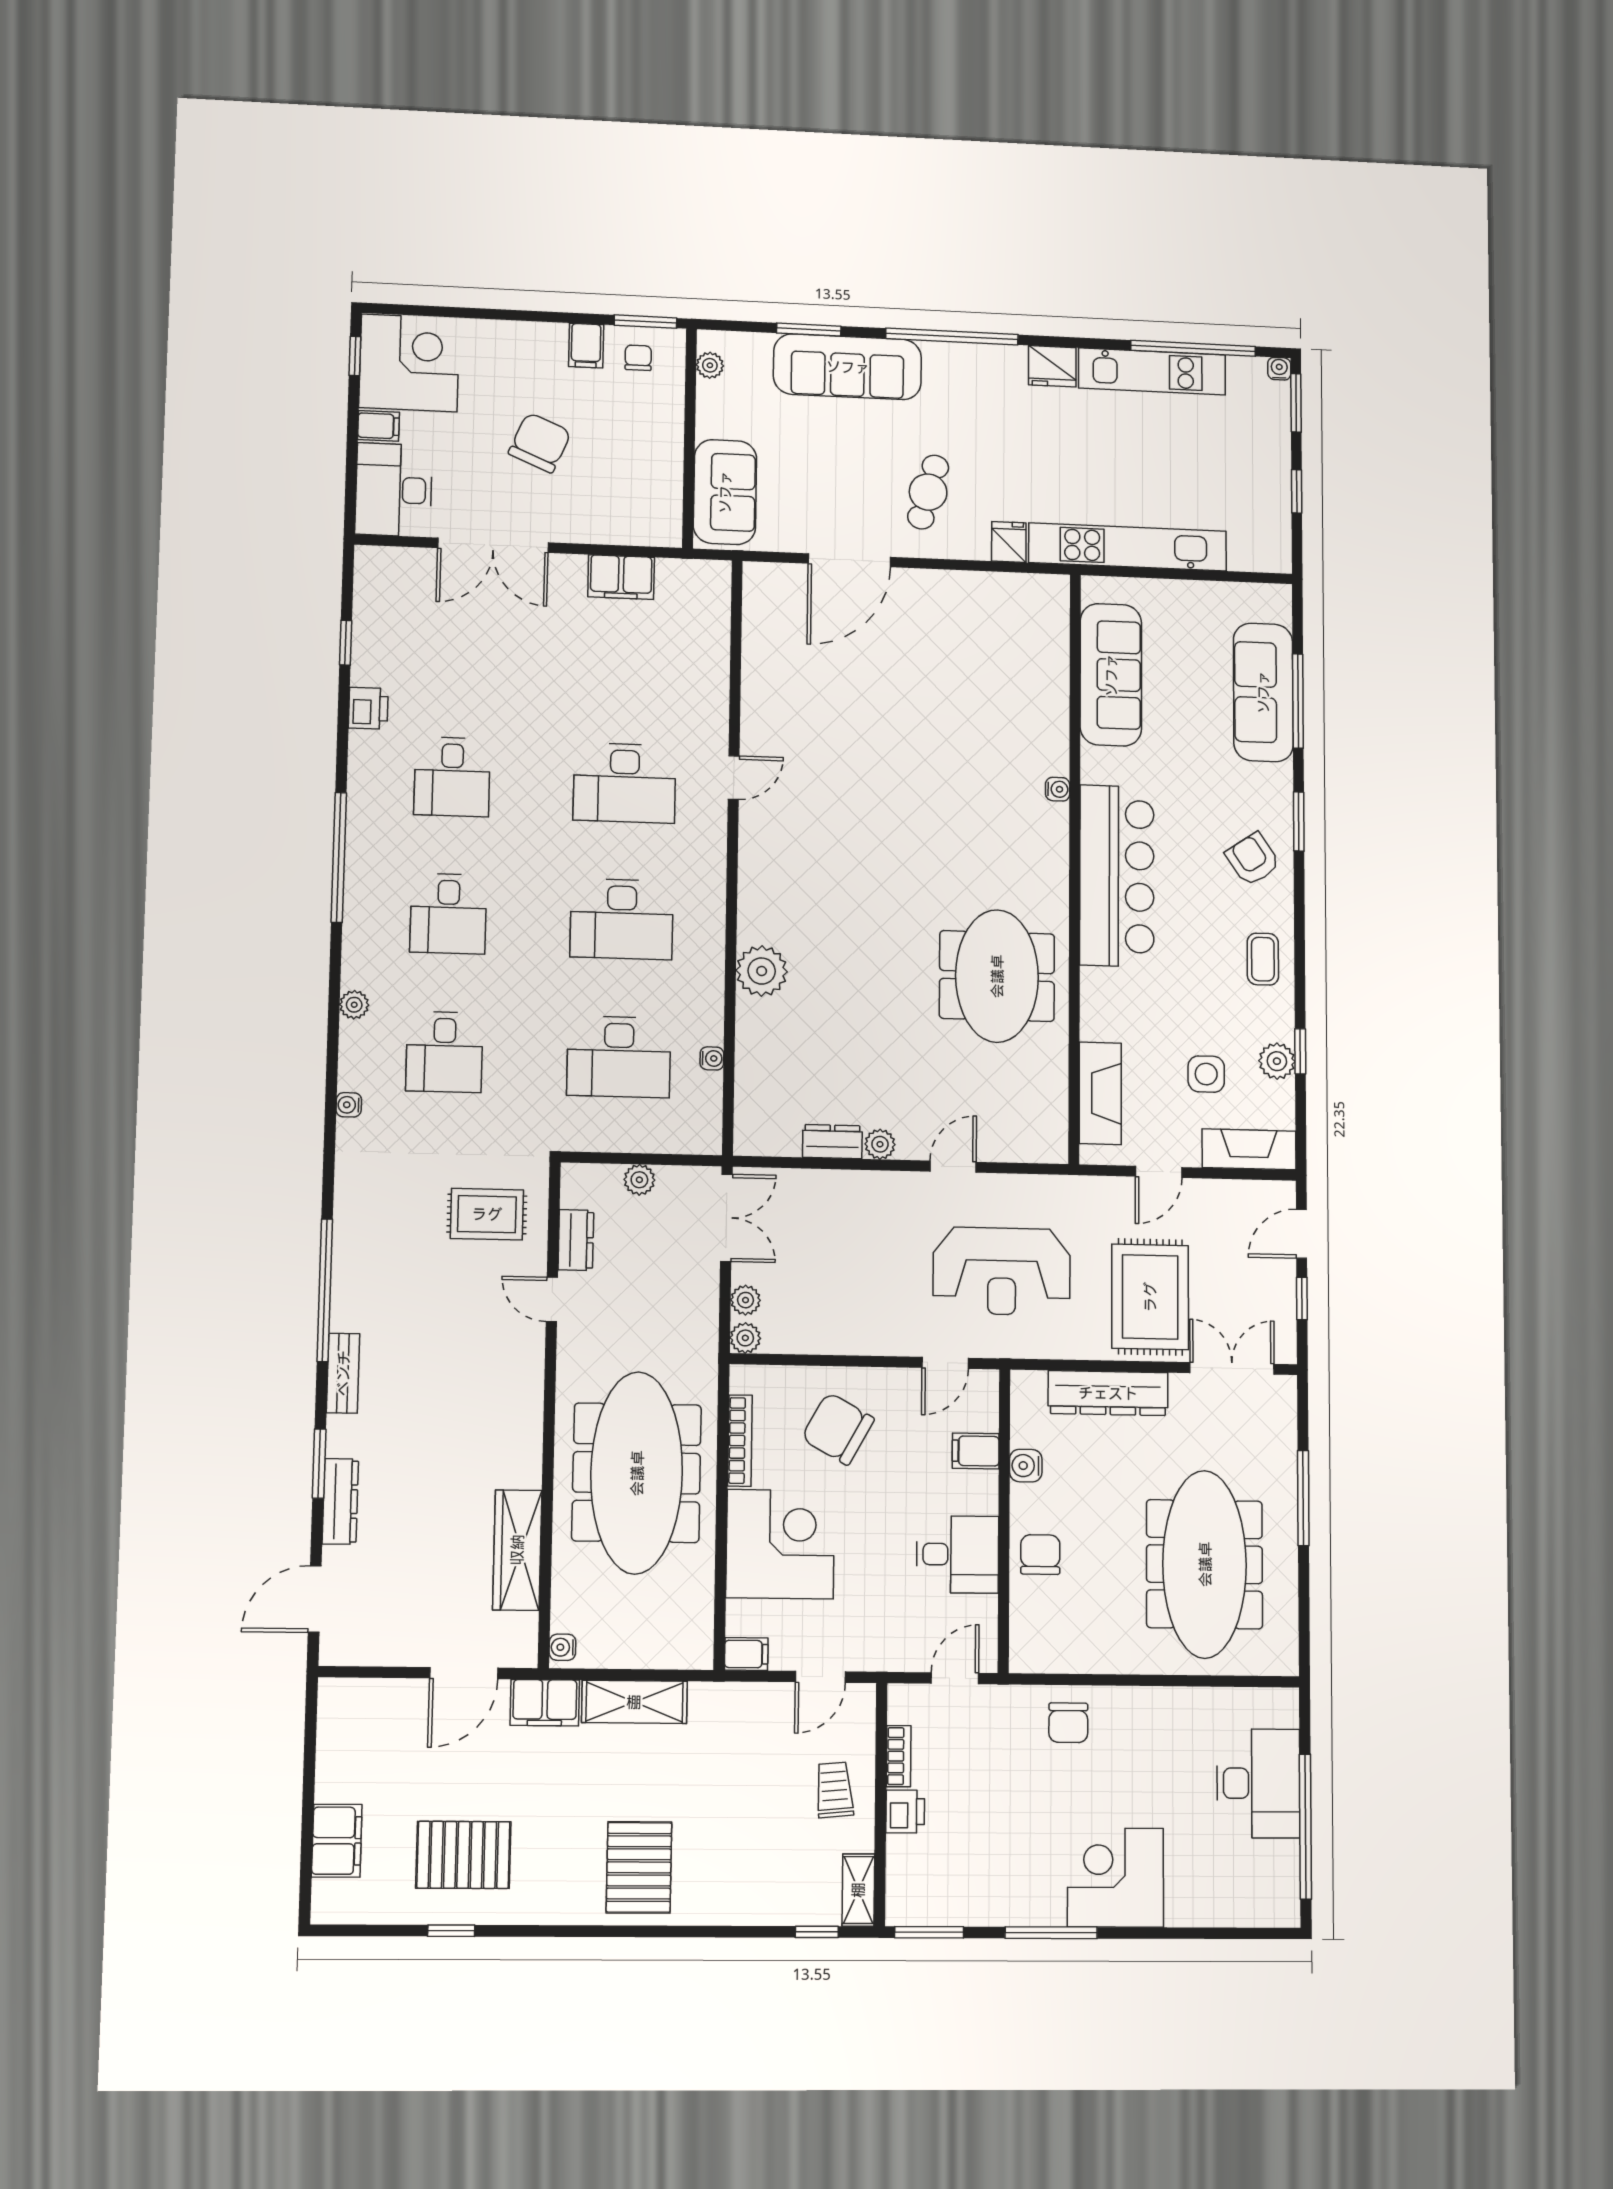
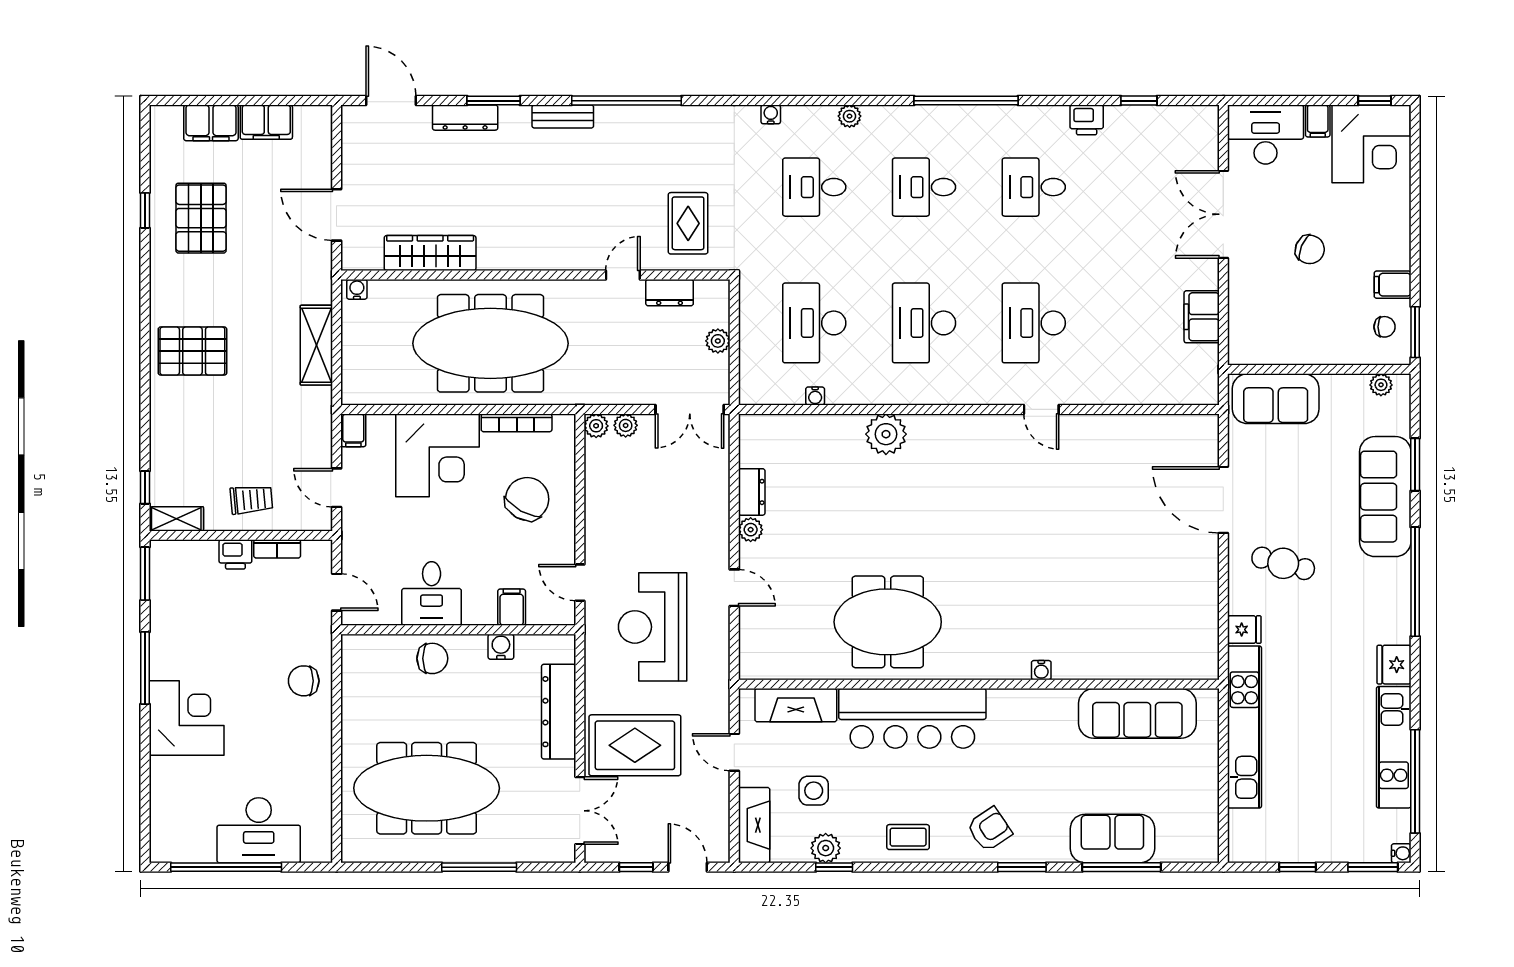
chair: (540, 443) -> (1310, 249), width x0.73, depth x0.73
sofa: (1263, 692) -> (1112, 839), width x0.73
bar counter: (1117, 876) -> (912, 718), moved
filing cabinet: (545, 1703) -> (266, 122), moved, turned -90

